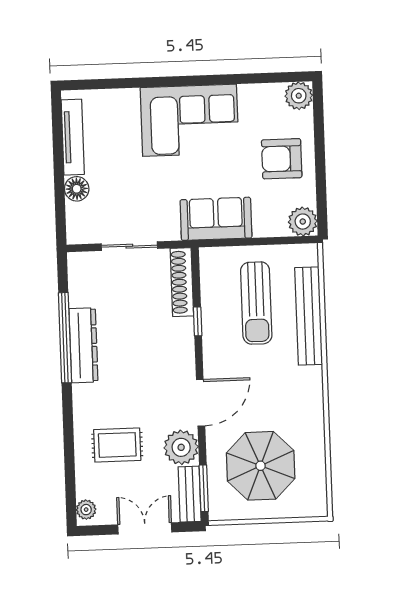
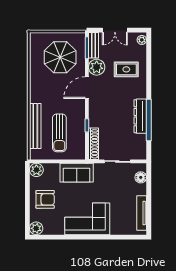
floor lamp: (77, 189) -> (141, 177), moved
sun lounger: (256, 303) -> (59, 133), turned 180

